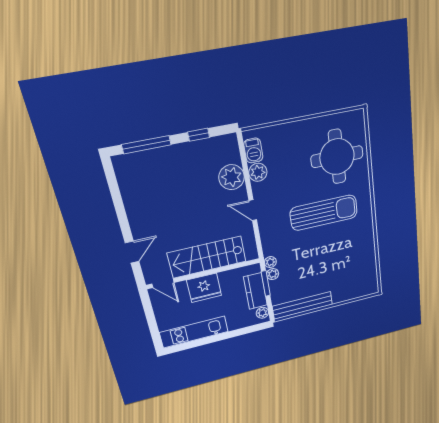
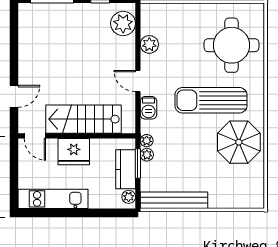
barbecue: (253, 151) -> (148, 108), moved
plant: (232, 177) -> (123, 23), moved
sun lounger: (324, 213) -> (211, 100), turned 180
parasol: (353, 244) -> (239, 142), added

